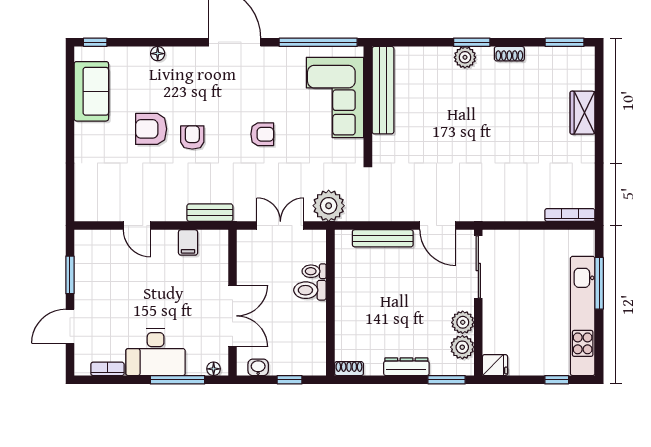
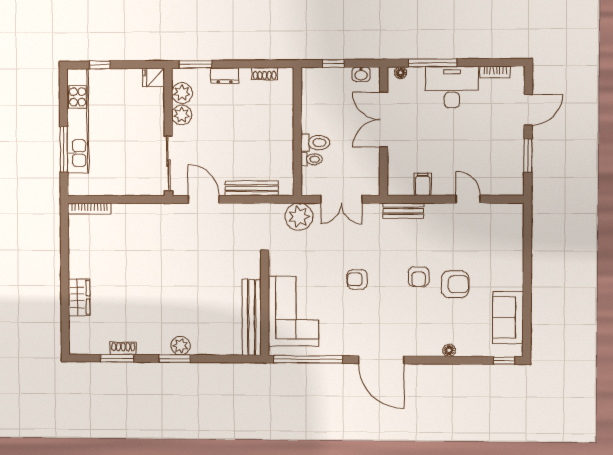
window: (565, 42) -> (117, 358), moved
shoe rack: (509, 54) -> (123, 348), moved
dresser: (406, 367) -> (225, 76), width x0.70
shoe rack: (349, 369) -> (265, 74), moved

